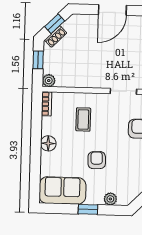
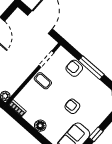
coffee table: (83, 119) -> (43, 81), moved
plant: (110, 199) -> (101, 117), removed

